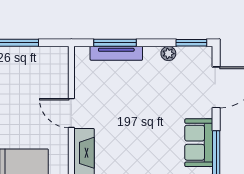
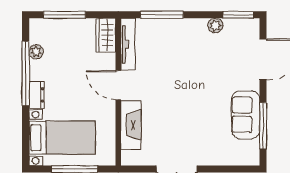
tv unit: (116, 53) -> (128, 44), moved, turned -90
wardrobe: (59, 63) -> (106, 35), added

